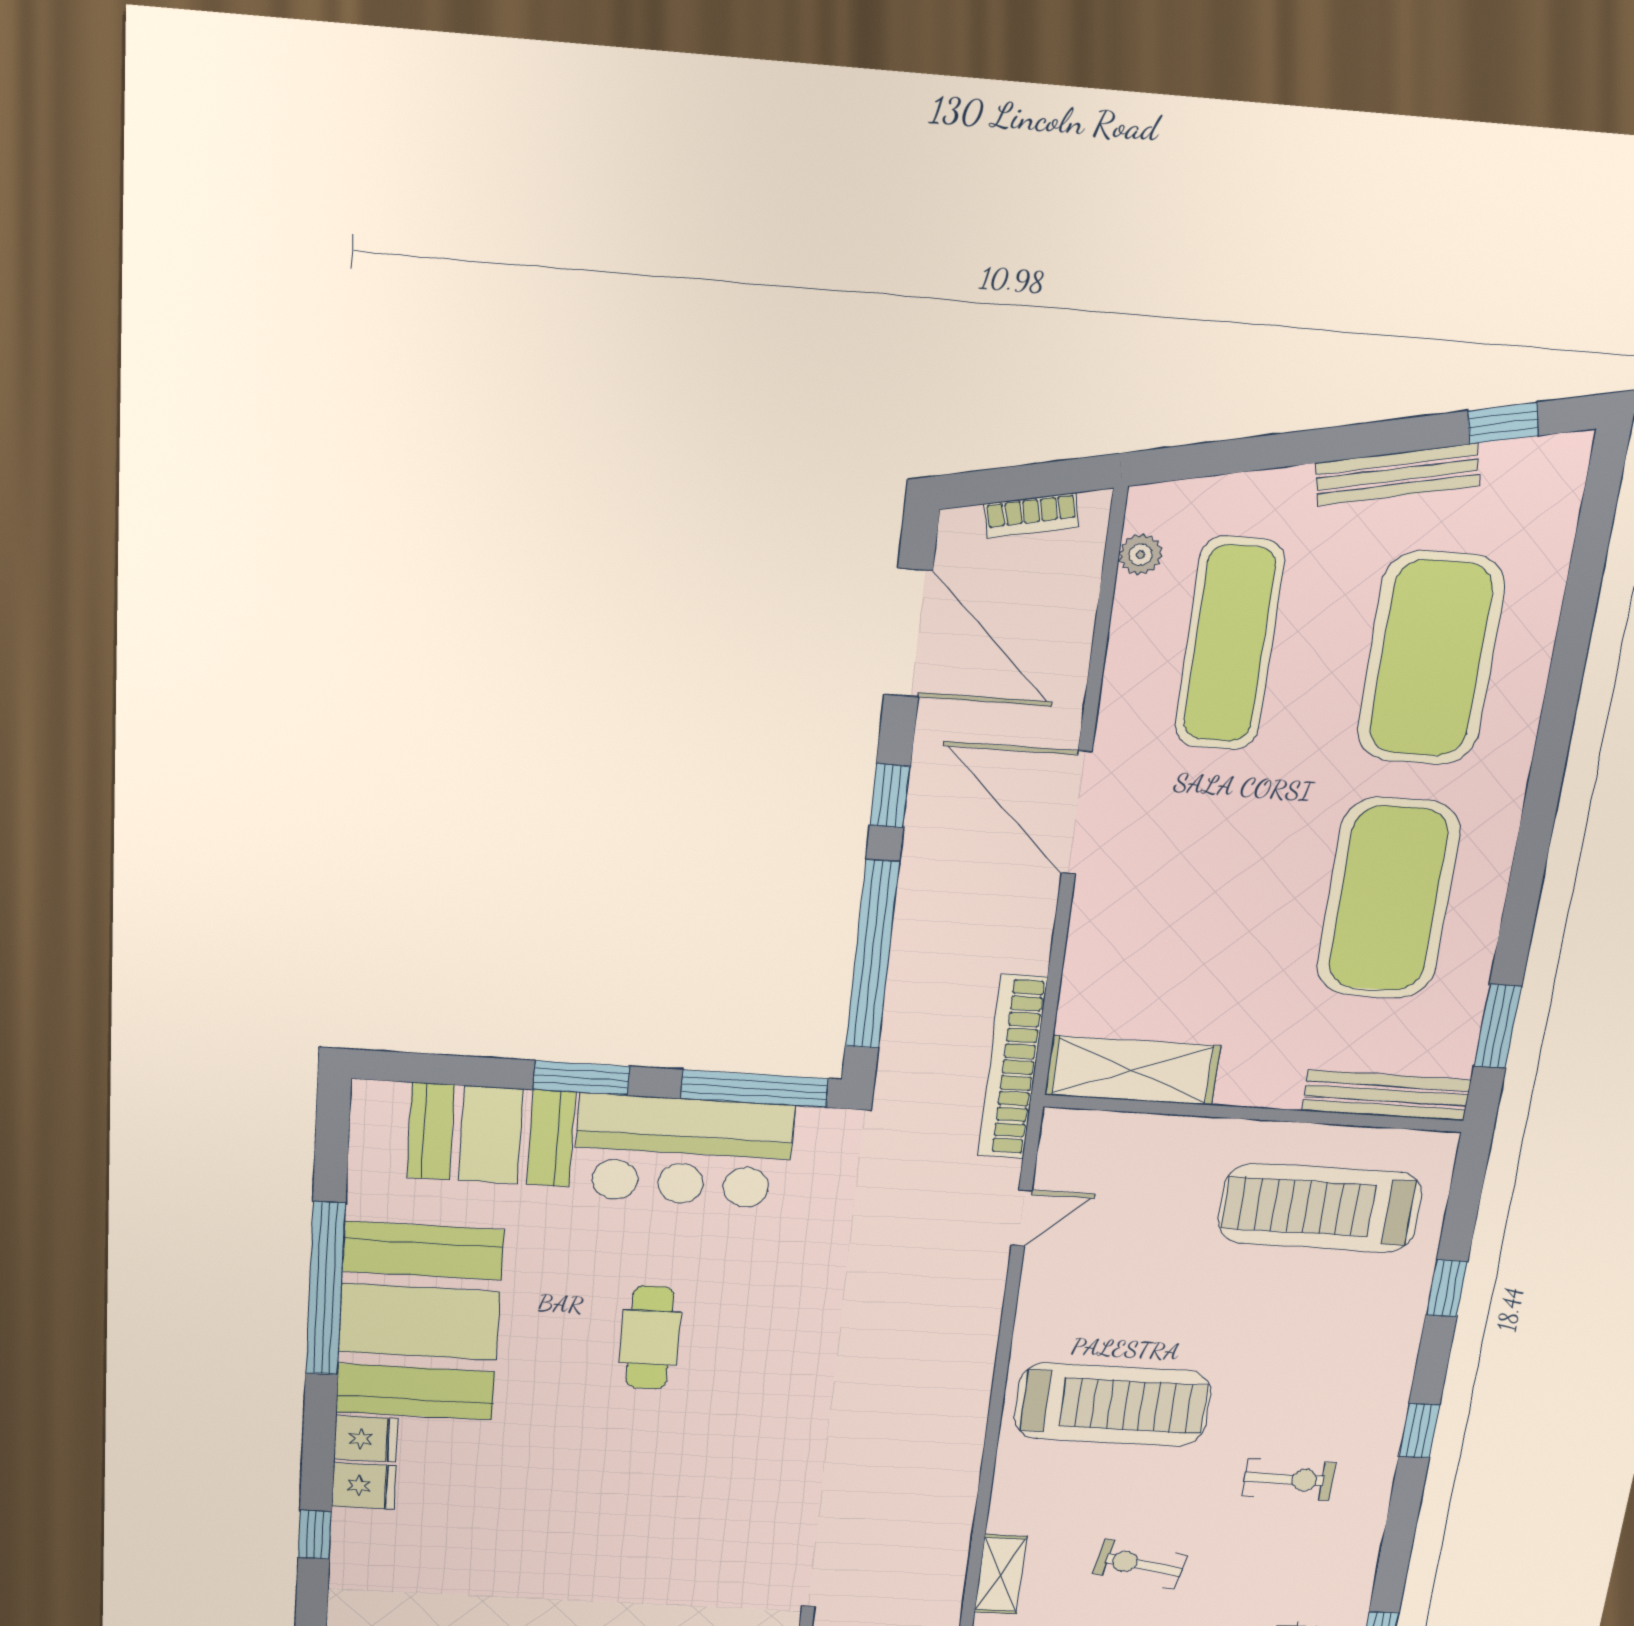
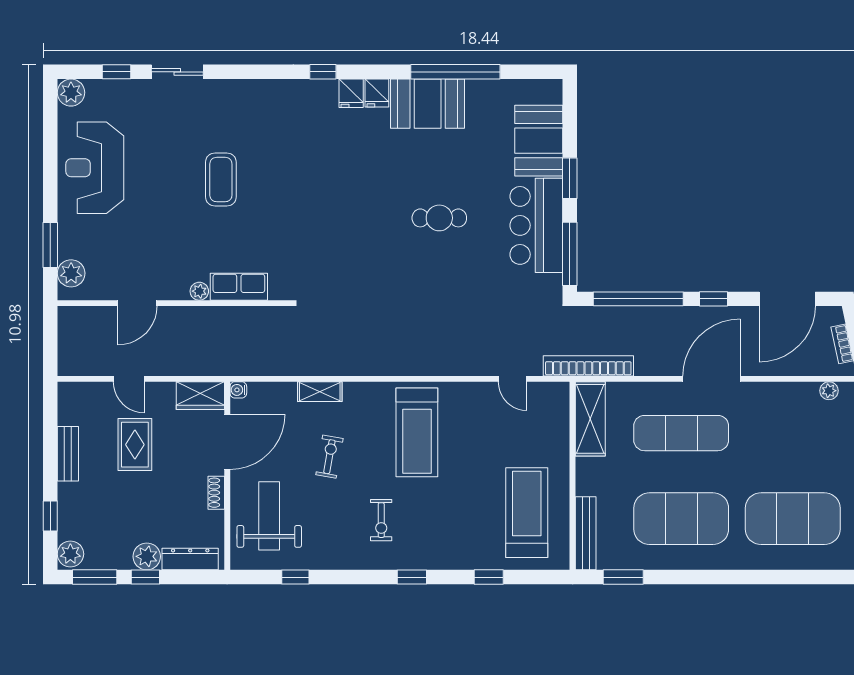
exercise mat: (1229, 644) -> (681, 433), moved
booth: (419, 1322) -> (428, 104), width x0.73, depth x0.70

